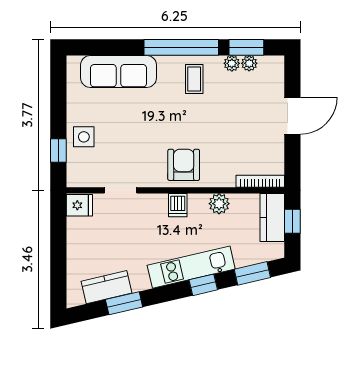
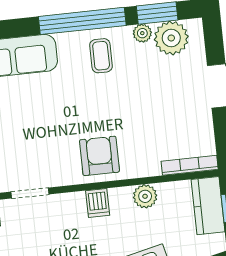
plant: (249, 63) -> (171, 38), width x1.87, depth x1.87

